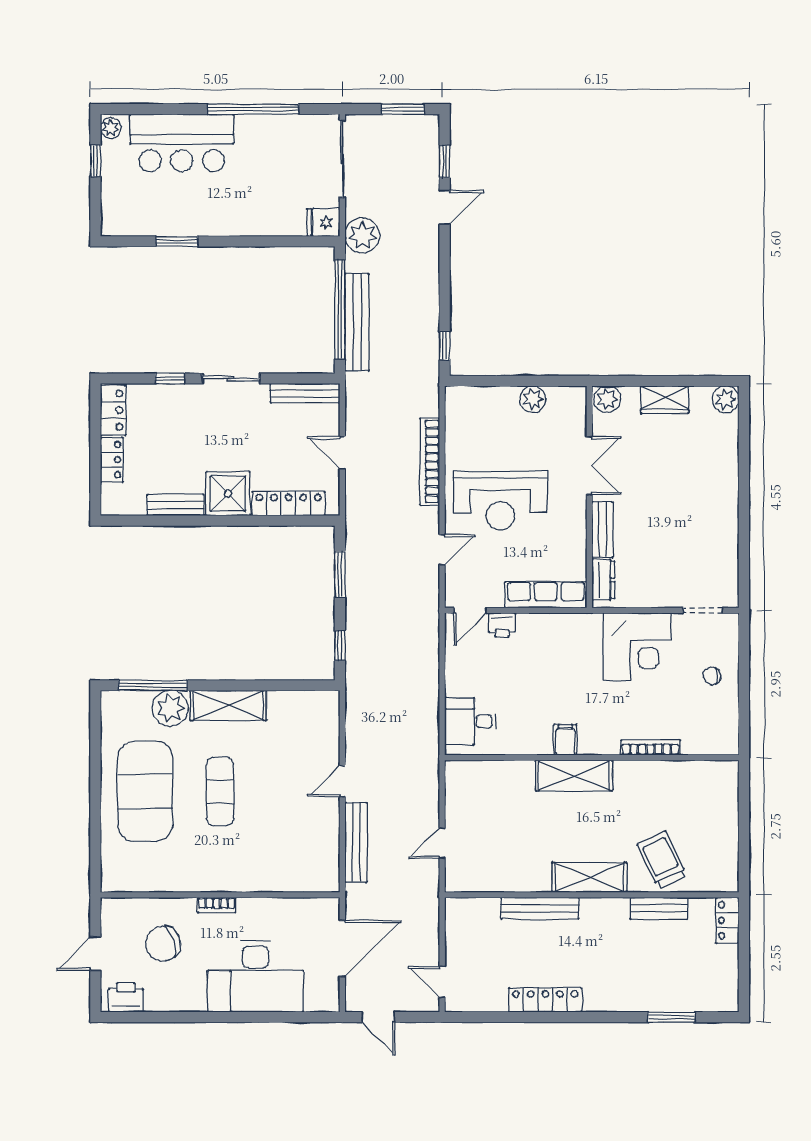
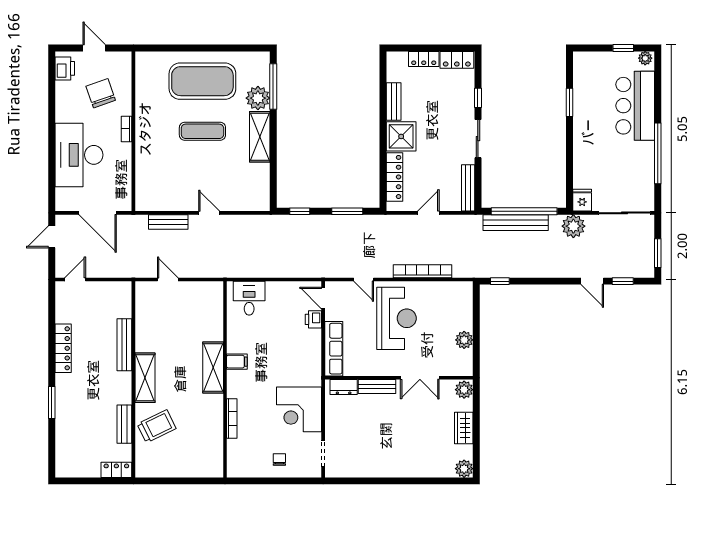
reception desk: (500, 501) -> (397, 318), turned 180
bench: (356, 842) -> (168, 222), width x0.73
window: (671, 1017) -> (52, 402), moved

